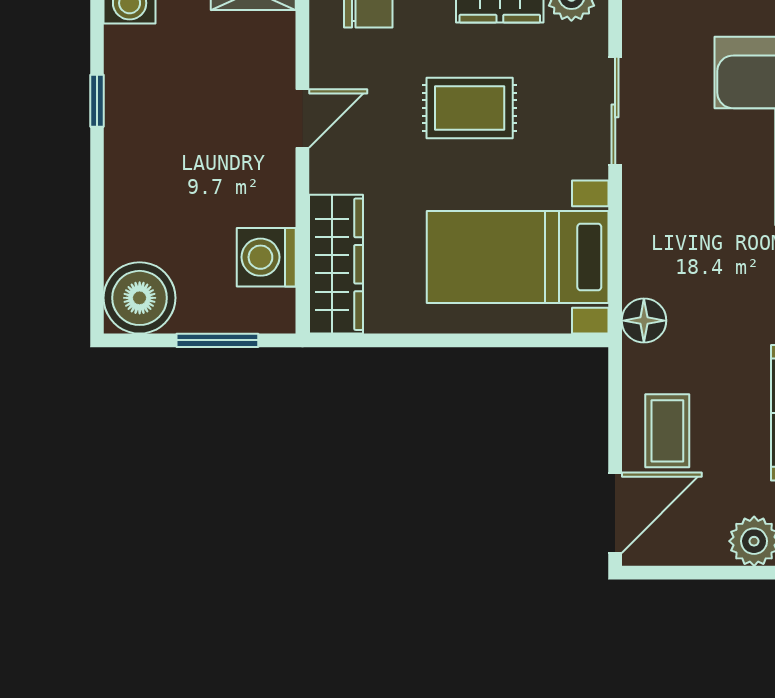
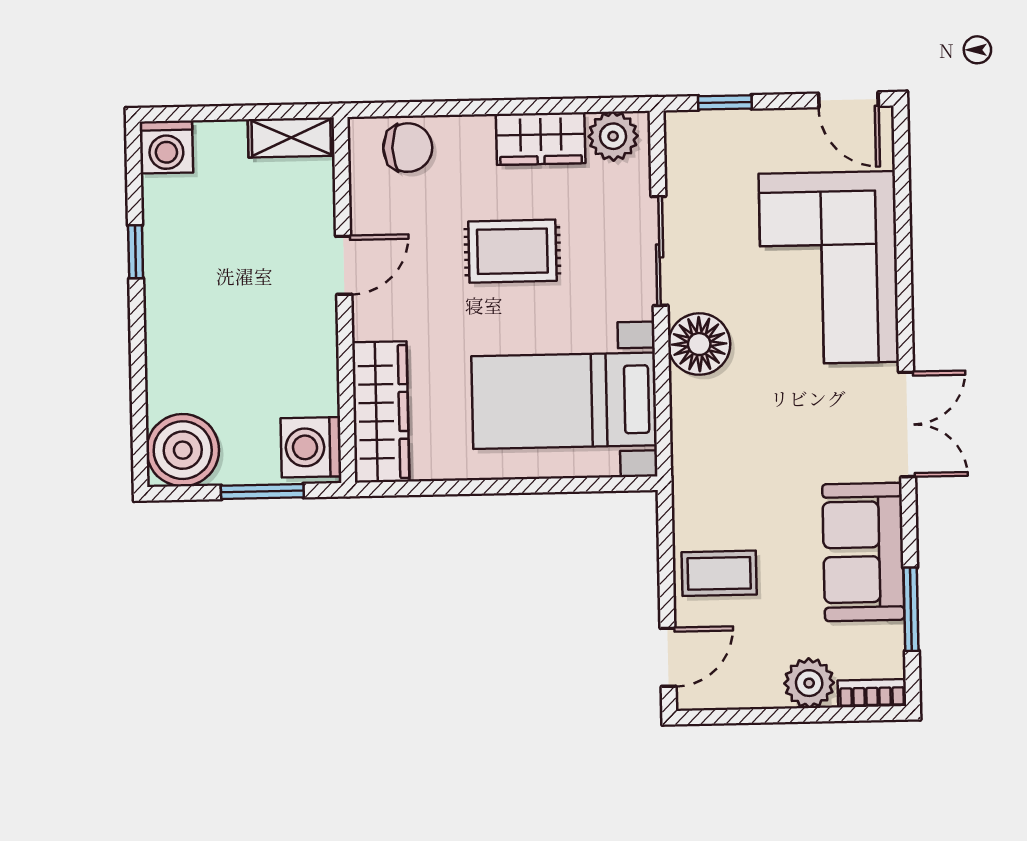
washing machine: (266, 257) -> (311, 447), moved
floor lamp: (644, 321) -> (699, 344), moved, width x1.38, depth x1.38
coffee table: (667, 431) -> (719, 573), turned 90
door: (615, 513) -> (668, 657), width x0.73

